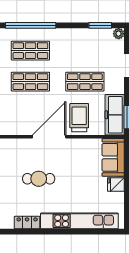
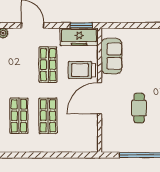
door: (49, 137) -> (100, 98), hinge flipped
sofa: (113, 157) -> (112, 56), moved, turned -90
fridge: (116, 184) -> (144, 36), removed

